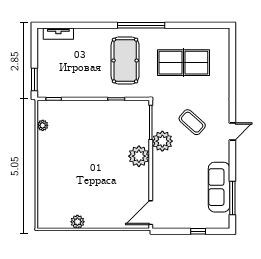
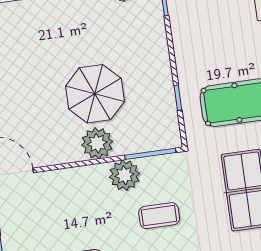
coffee table: (192, 122) -> (159, 216), turned 48
parasol: (106, 153) -> (95, 94), added

